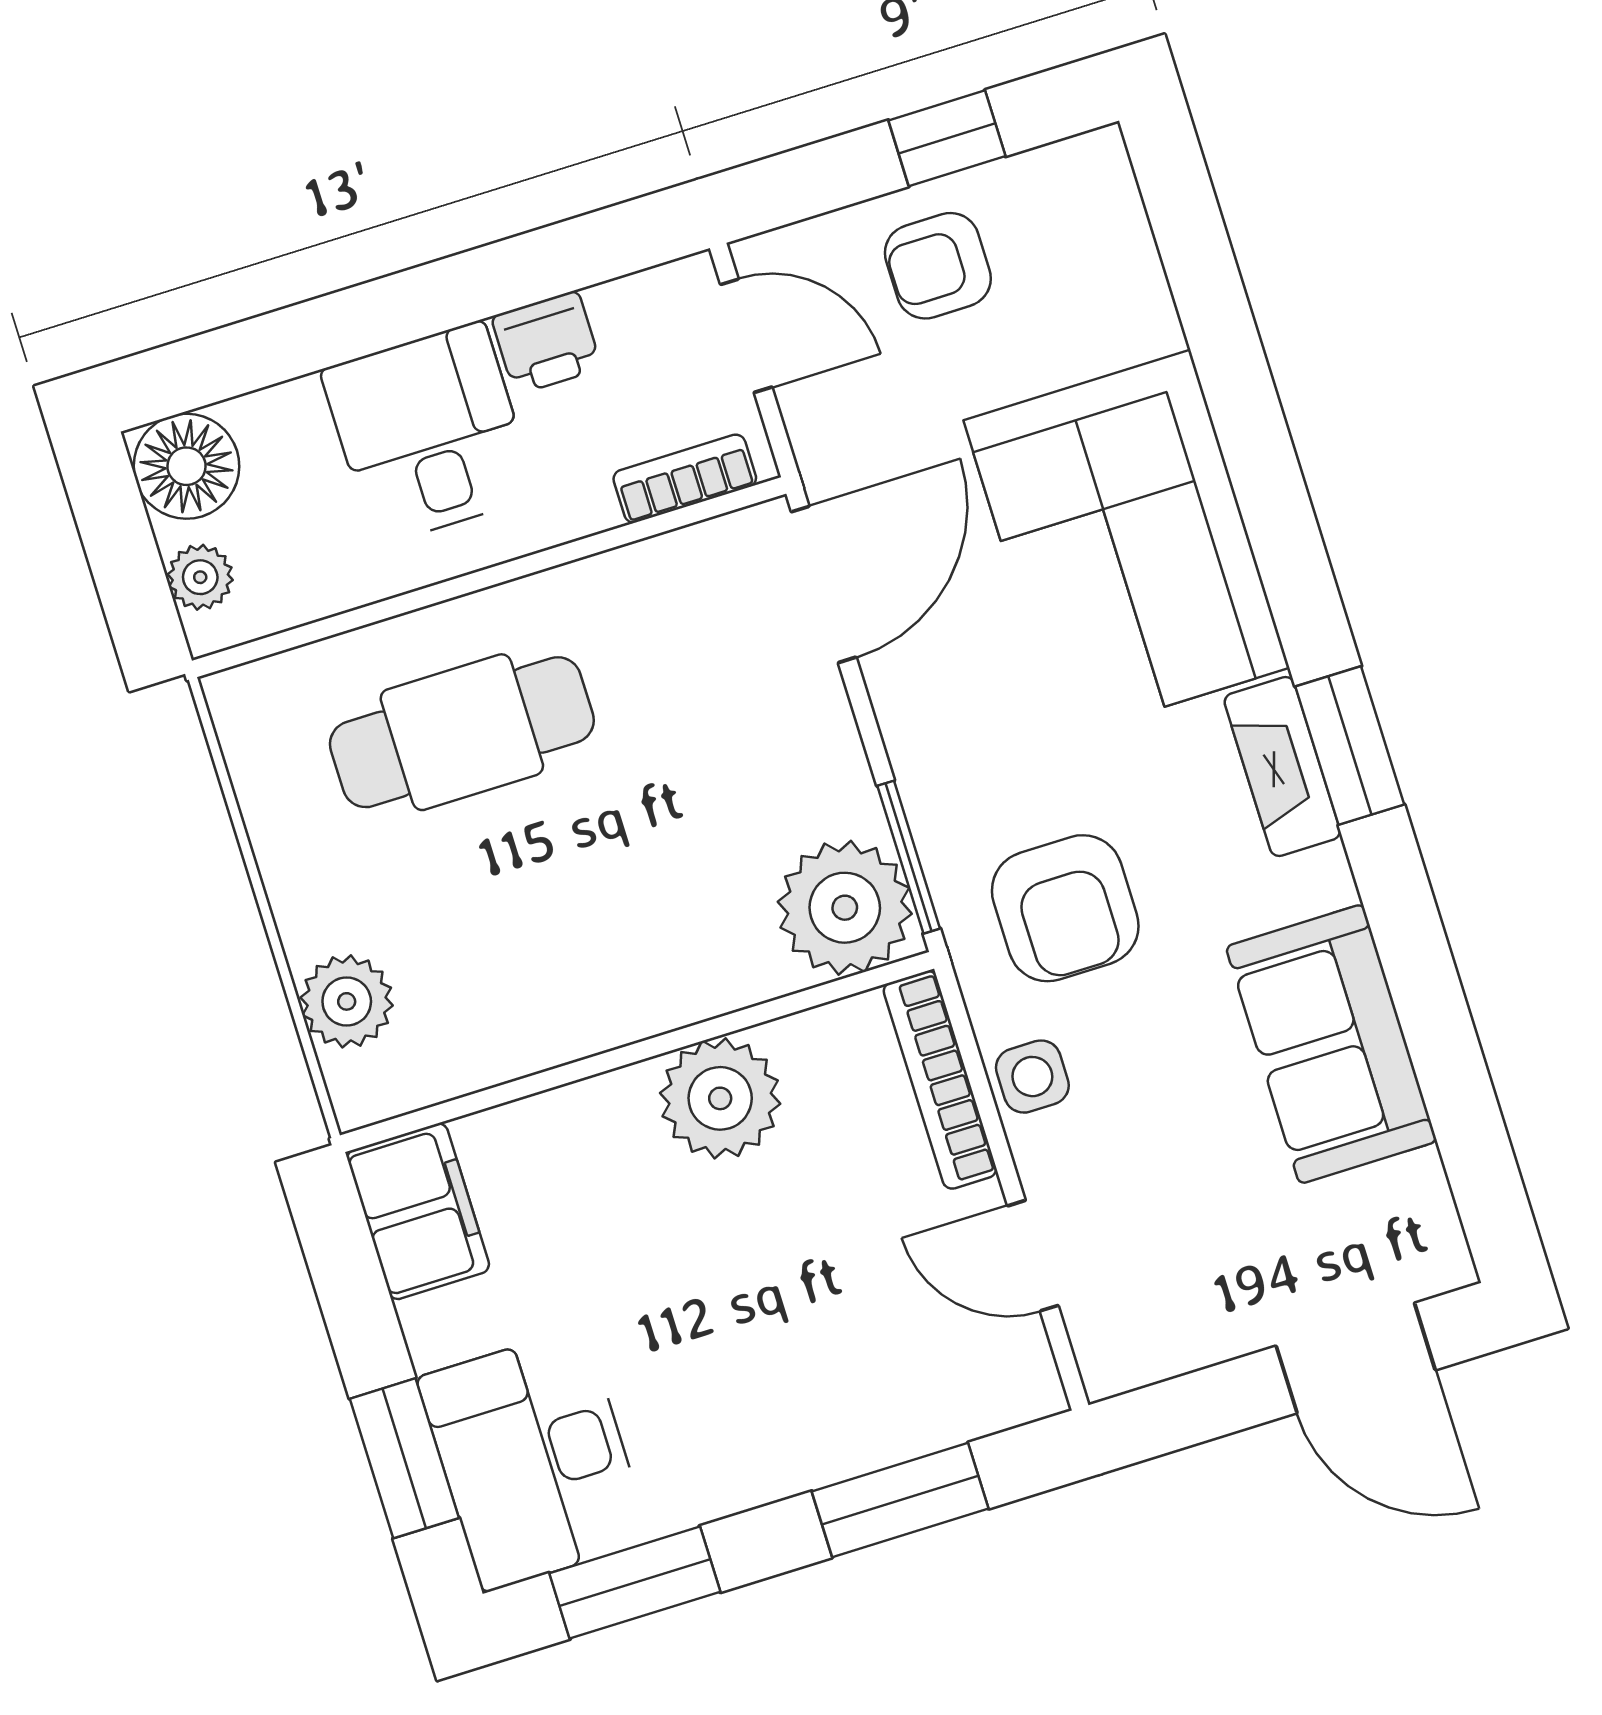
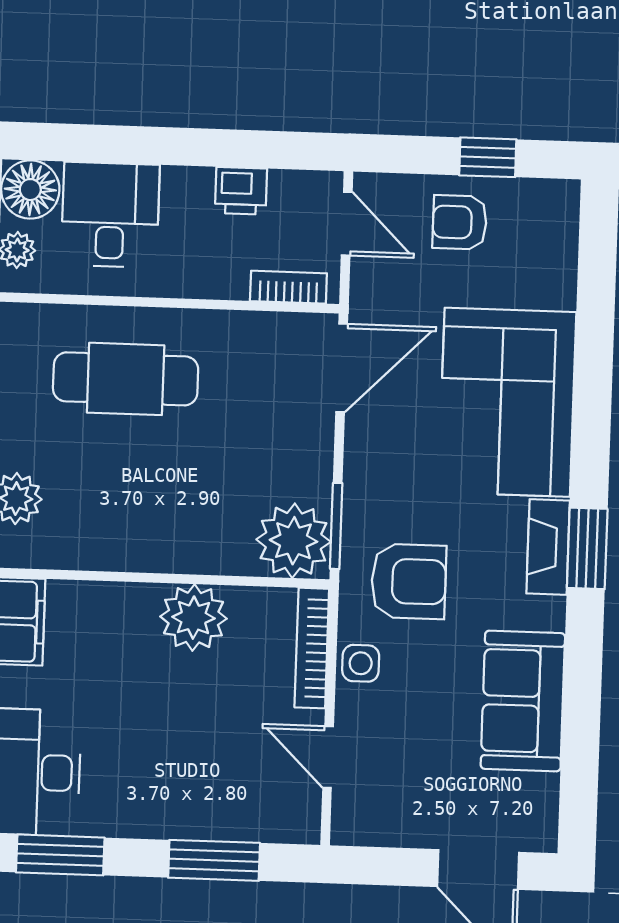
desk: (429, 433) -> (110, 215), moved
armchair: (1065, 908) -> (409, 581), turned -90

